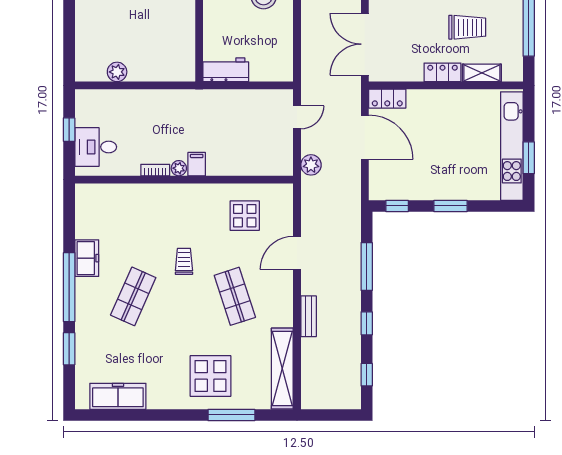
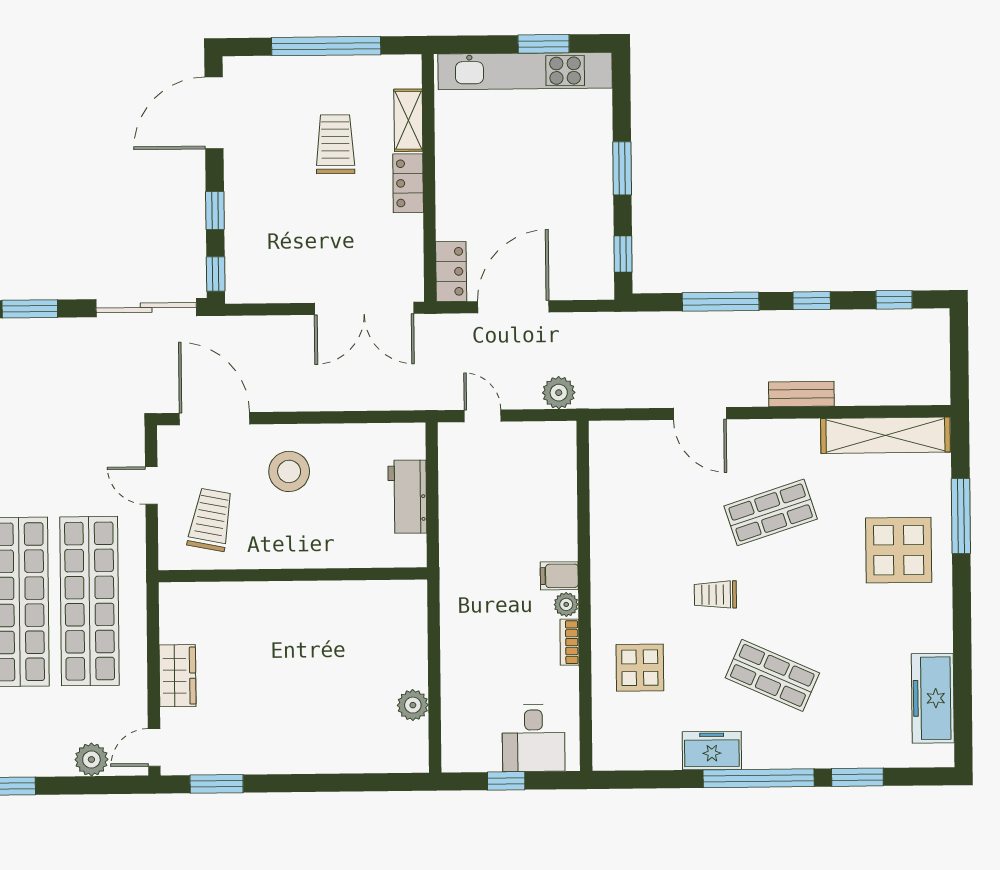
workbench: (226, 70) -> (407, 497), moved
display table: (245, 216) -> (640, 668), moved

